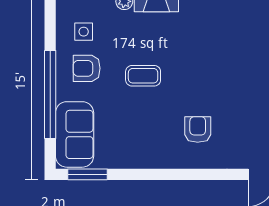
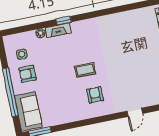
coffee table: (143, 76) -> (85, 70), moved

